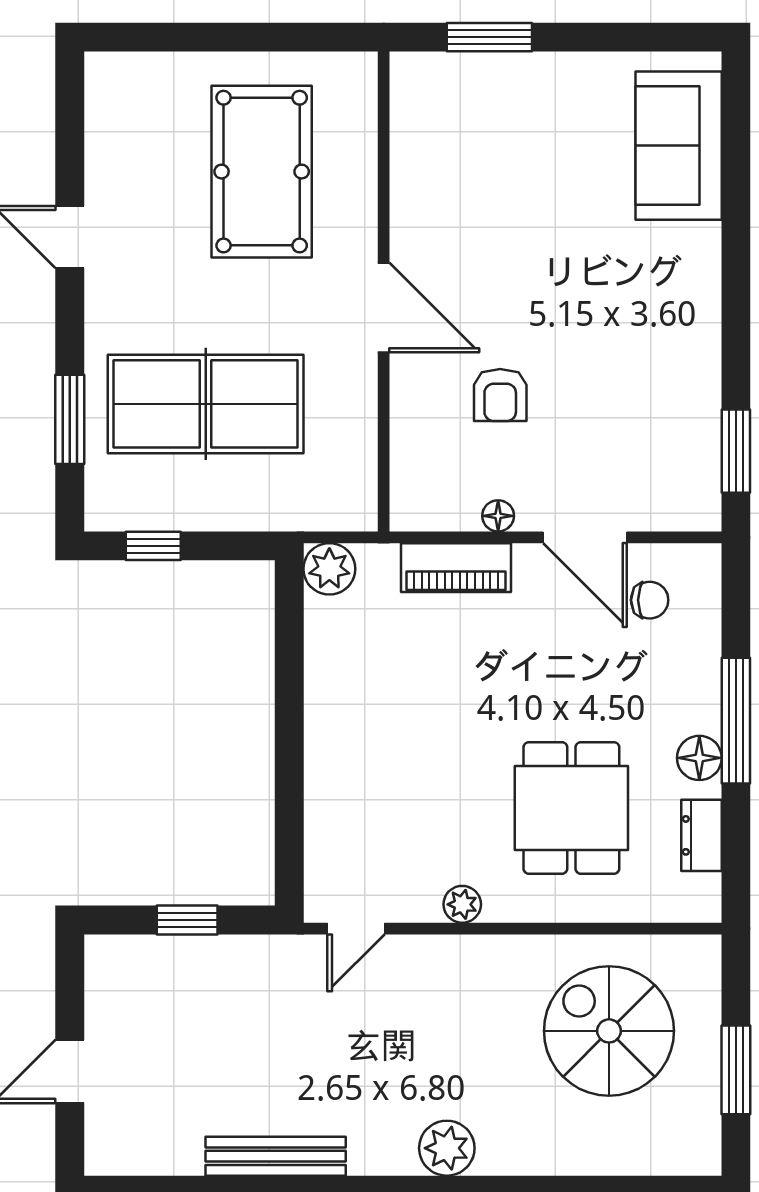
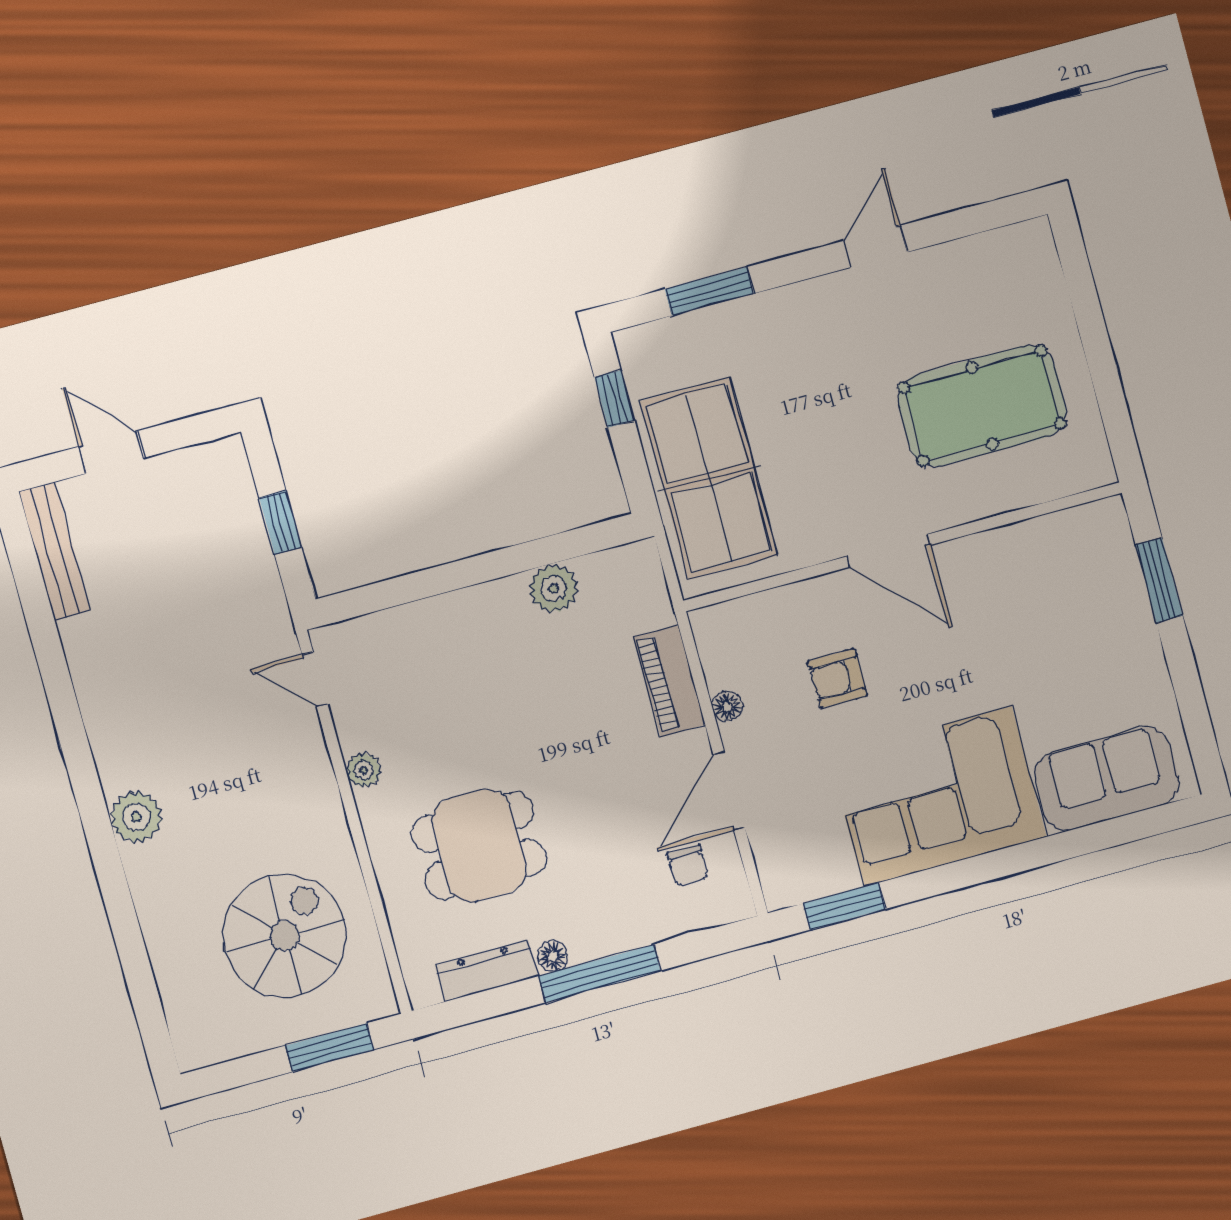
door: (384, 308) -> (888, 551), hinge flipped
corner sofa: (649, 325) -> (938, 797), added
table tennis table: (206, 404) -> (709, 478), moved
plant: (329, 569) -> (553, 588), moved
floor lamp: (699, 758) -> (552, 957), width x0.73, depth x0.73
dresser: (701, 835) -> (486, 971), width x1.44
window: (736, 1070) -> (329, 1047), moved
bench: (276, 1156) -> (55, 551), moved

